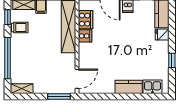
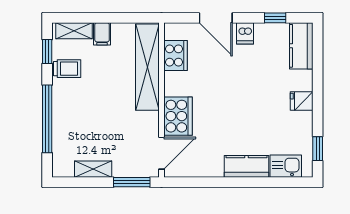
fridge: (162, 35) -> (302, 101), moved
cooker: (85, 36) -> (178, 116), moved, width x1.87, depth x1.31
window: (172, 60) -> (318, 149), moved
shelving: (22, 89) -> (93, 169), moved

